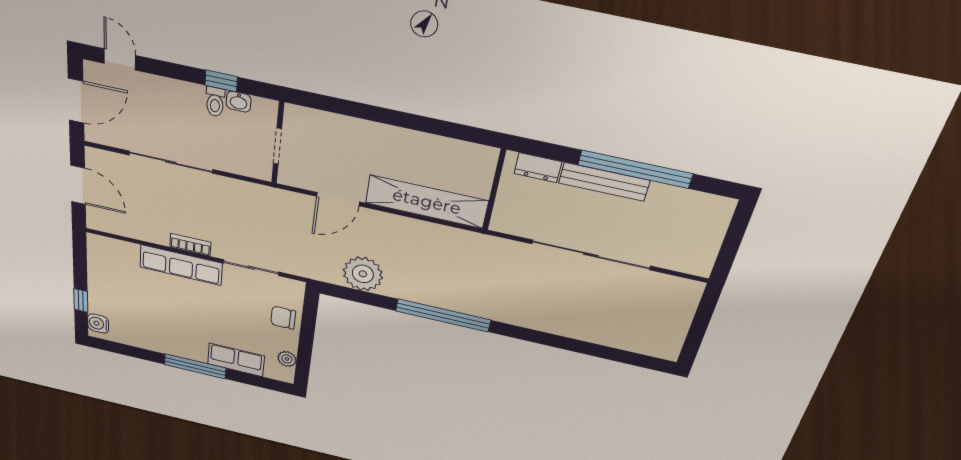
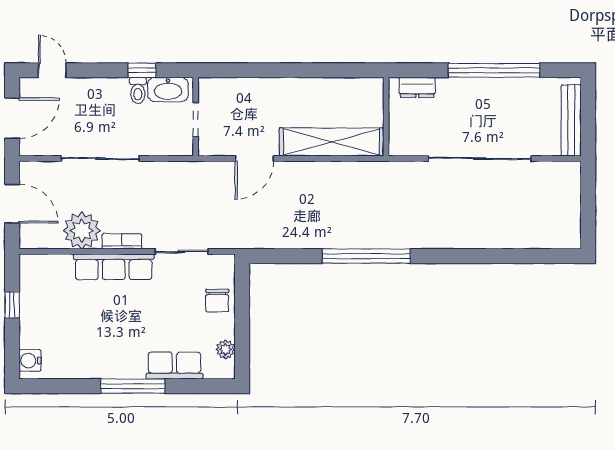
washbasin: (239, 102) -> (168, 90), width x1.91, depth x1.45
bench: (604, 182) -> (571, 120), moved, turned 90
plant: (363, 274) -> (82, 230), moved
window: (81, 300) -> (12, 305), moved
chair: (283, 318) -> (217, 301), turned -90

